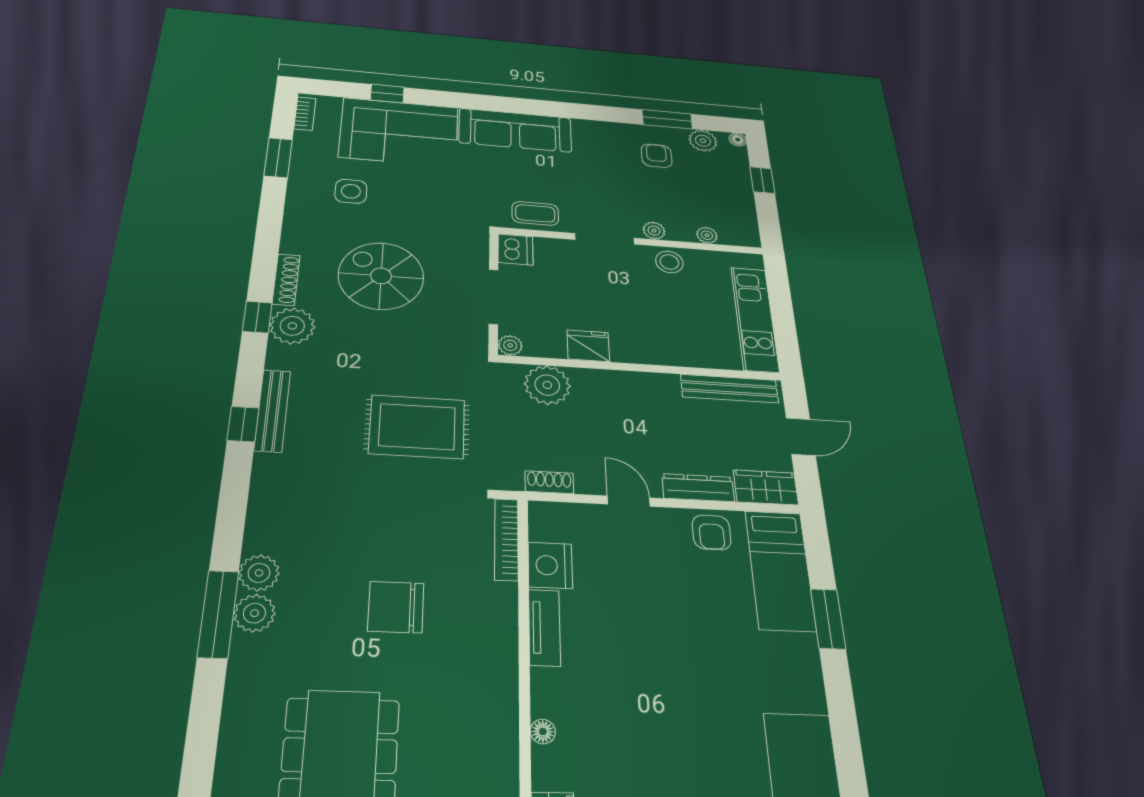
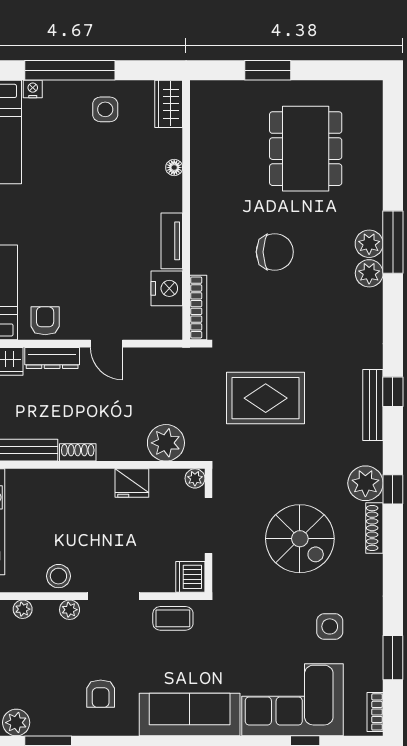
armchair: (657, 156) -> (101, 694), moved
shoe rack: (549, 482) -> (78, 452), moved, turned 180

